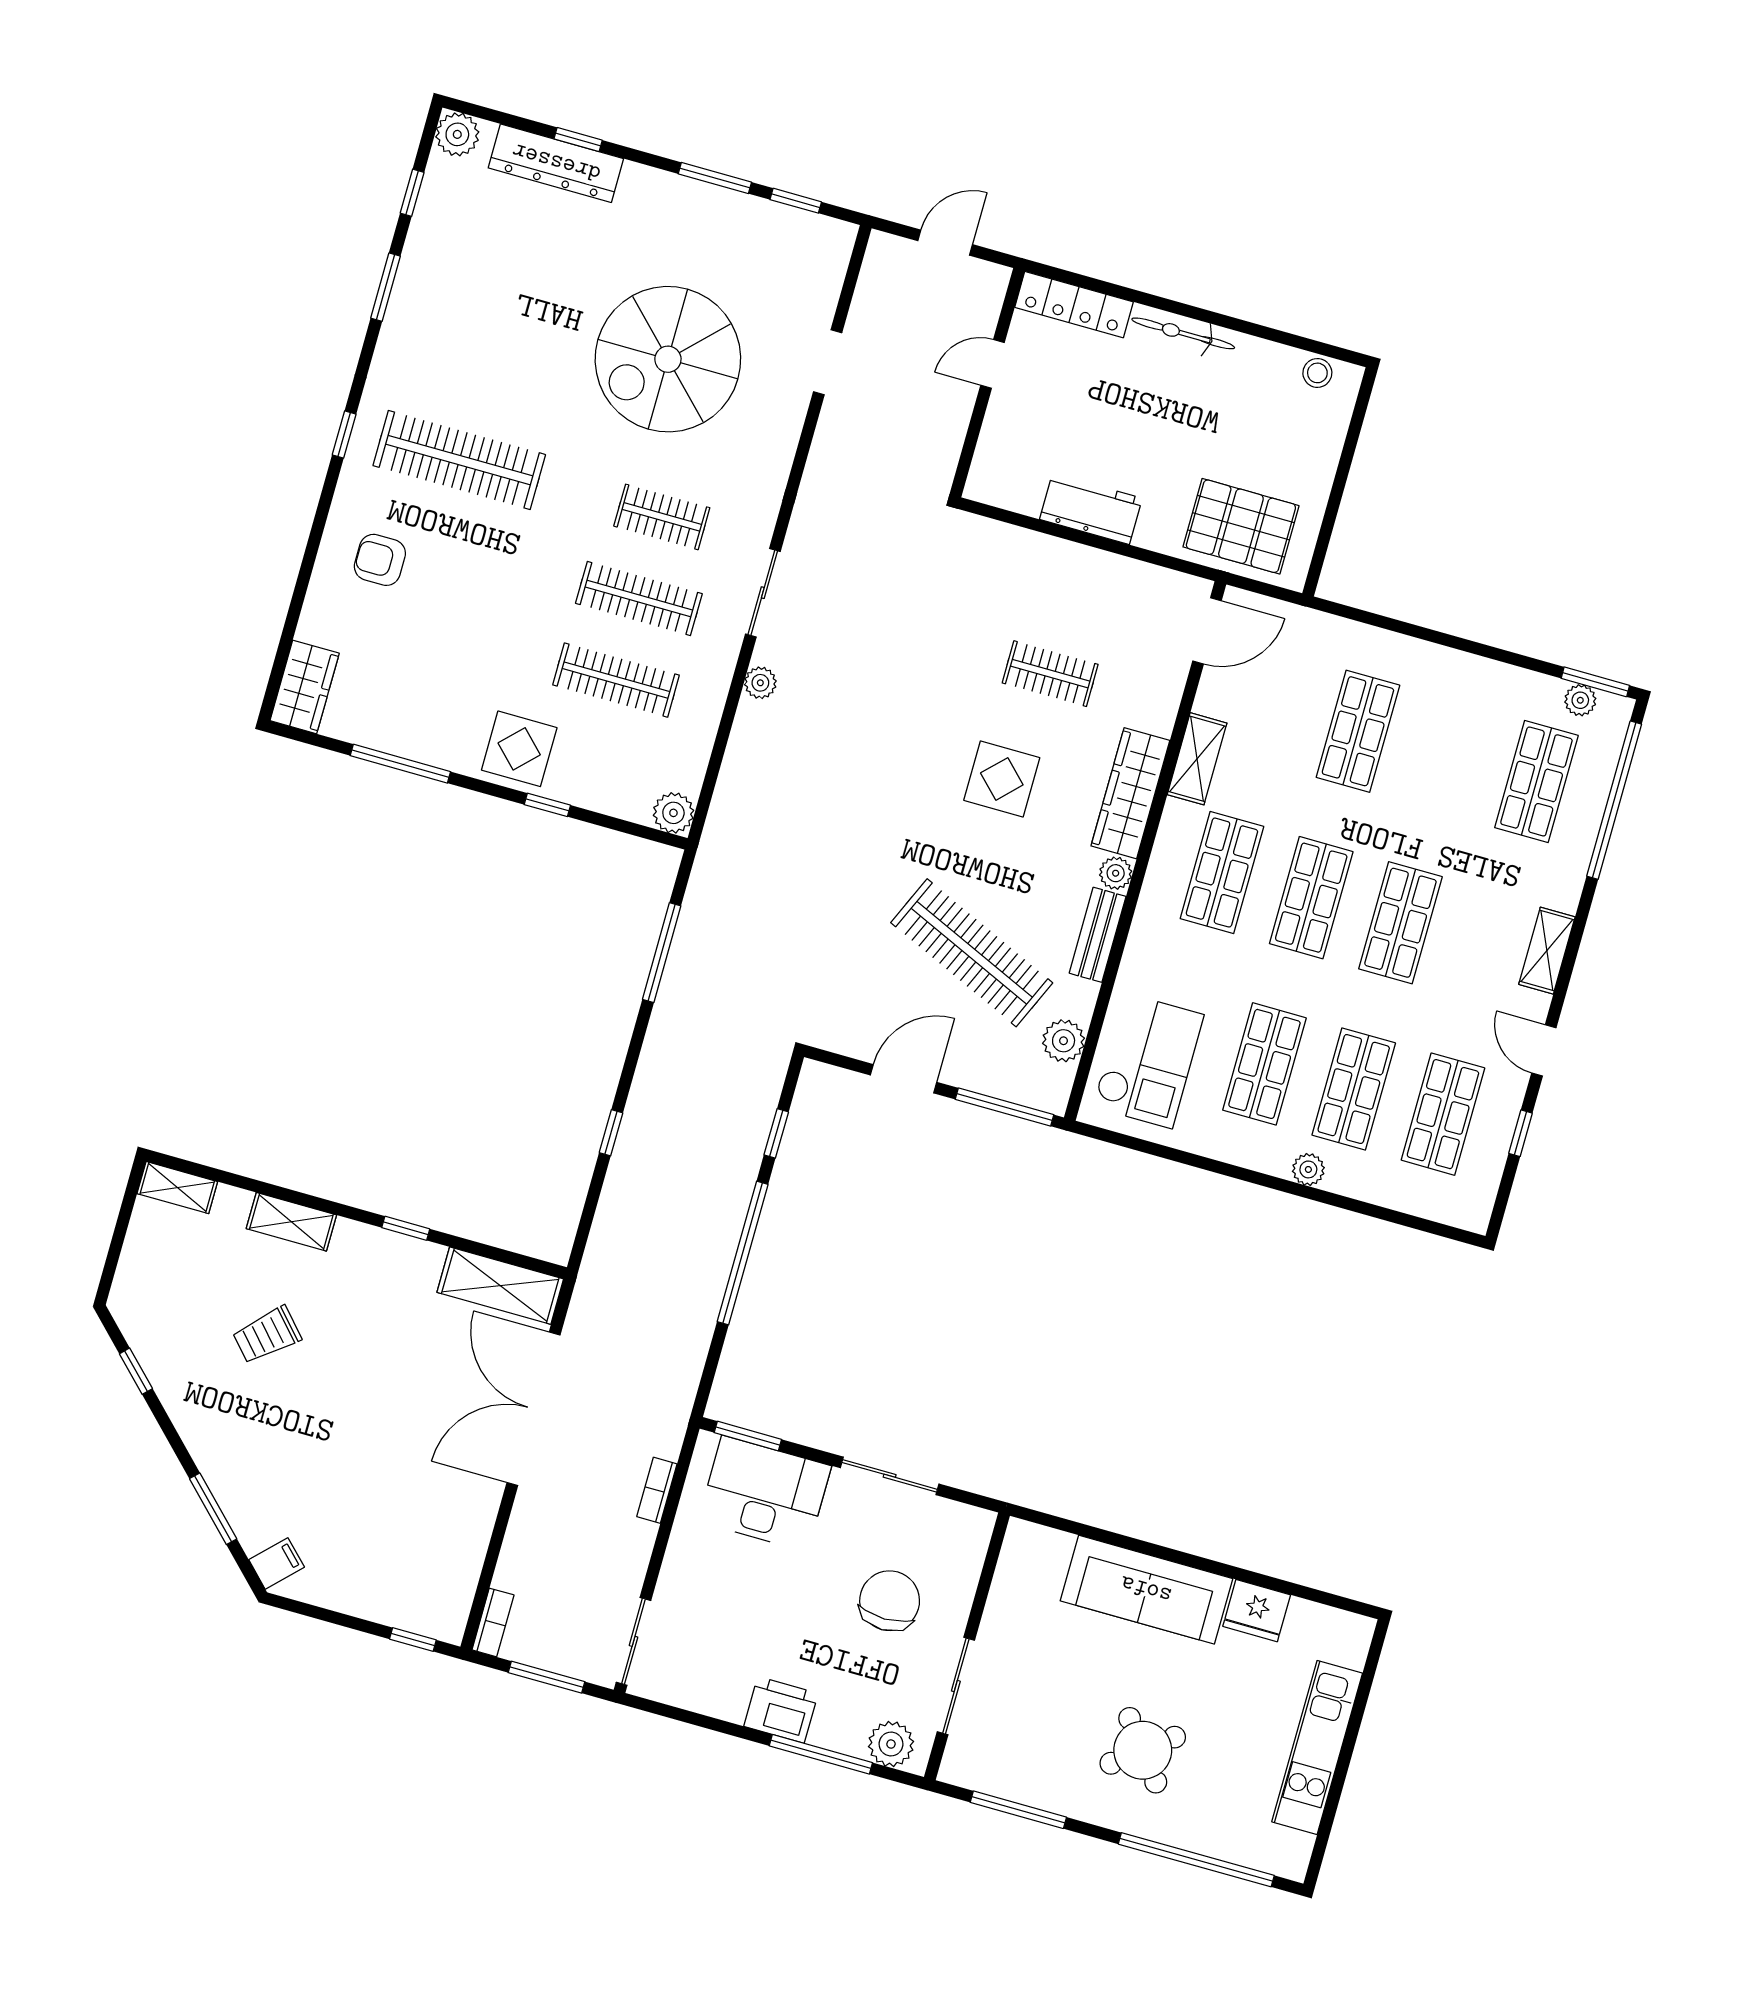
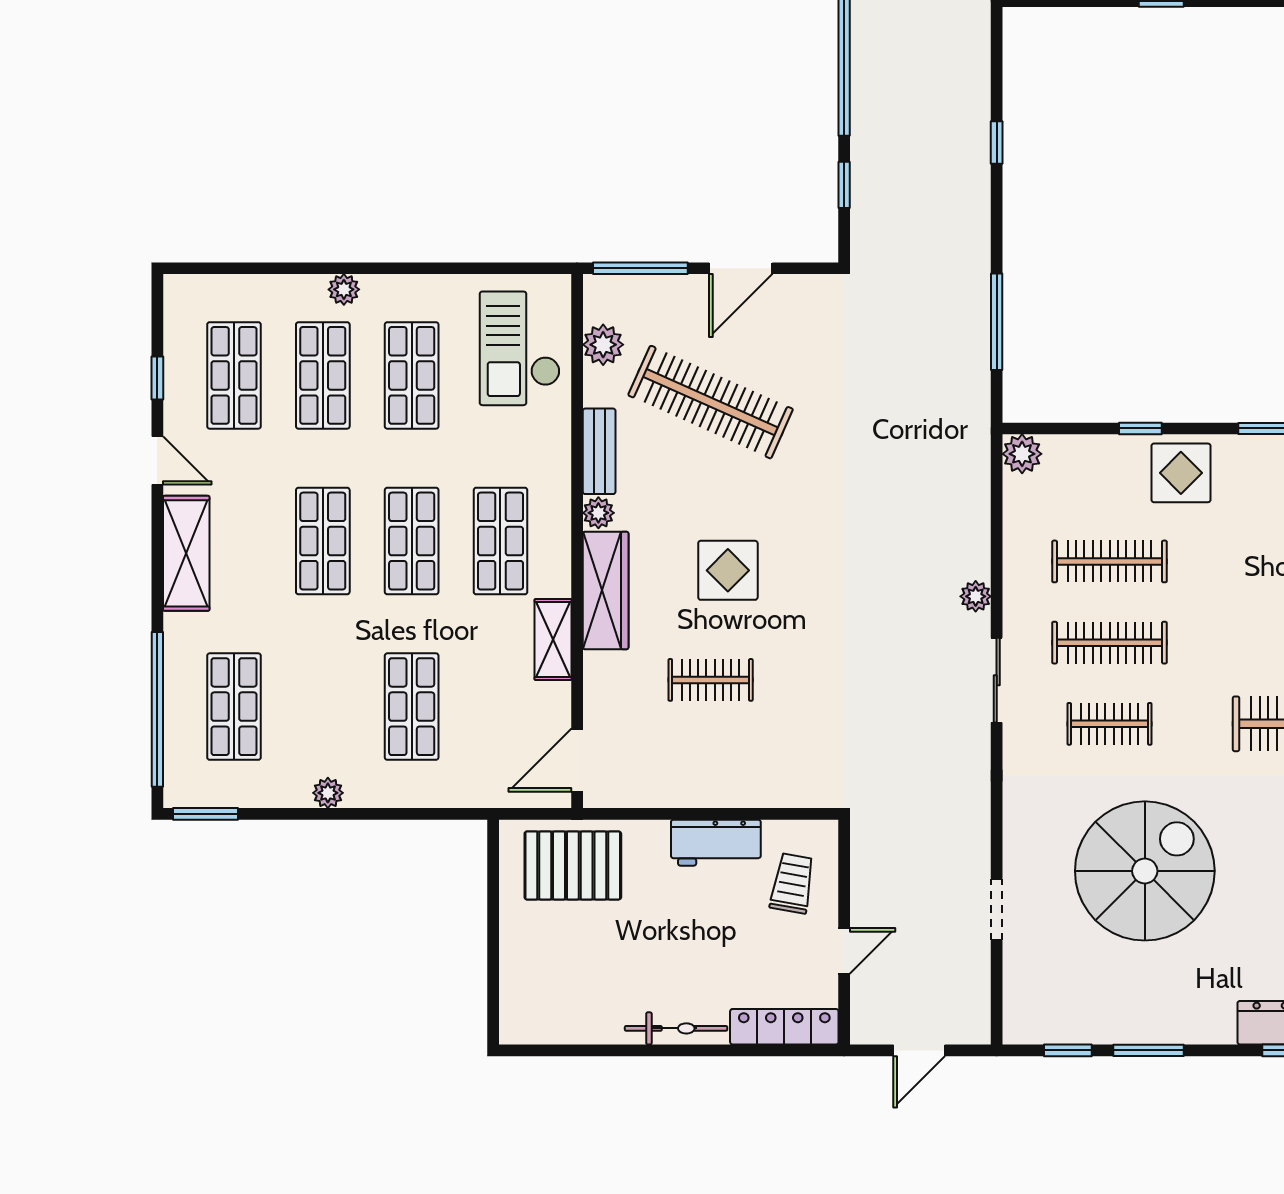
stool: (1317, 373) -> (542, 1027), removed
trolley: (1026, 446) -> (792, 883), added
plant: (1580, 700) -> (328, 793), moved
shelving: (1547, 951) -> (186, 553), width x1.50, depth x1.33

